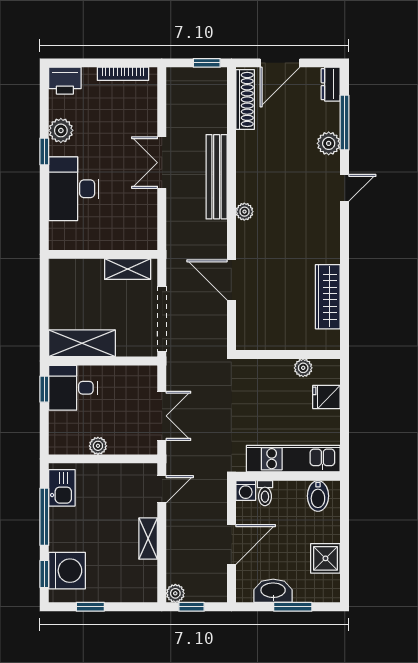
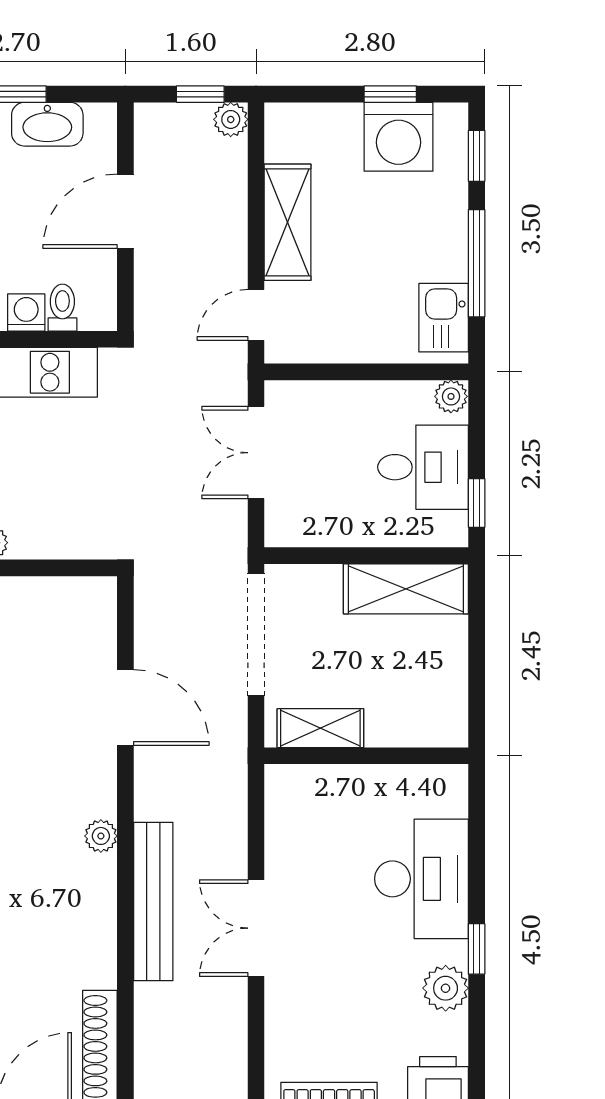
double door: (162, 163) -> (256, 928), swing flipped
desk: (73, 388) -> (423, 467), moved
plant: (98, 446) -> (451, 396), moved
washing machine: (246, 491) -> (26, 312), moved
shelving: (148, 539) -> (287, 222), width x1.50, depth x1.33
washing machine: (67, 571) -> (399, 137), moved, turned -90

